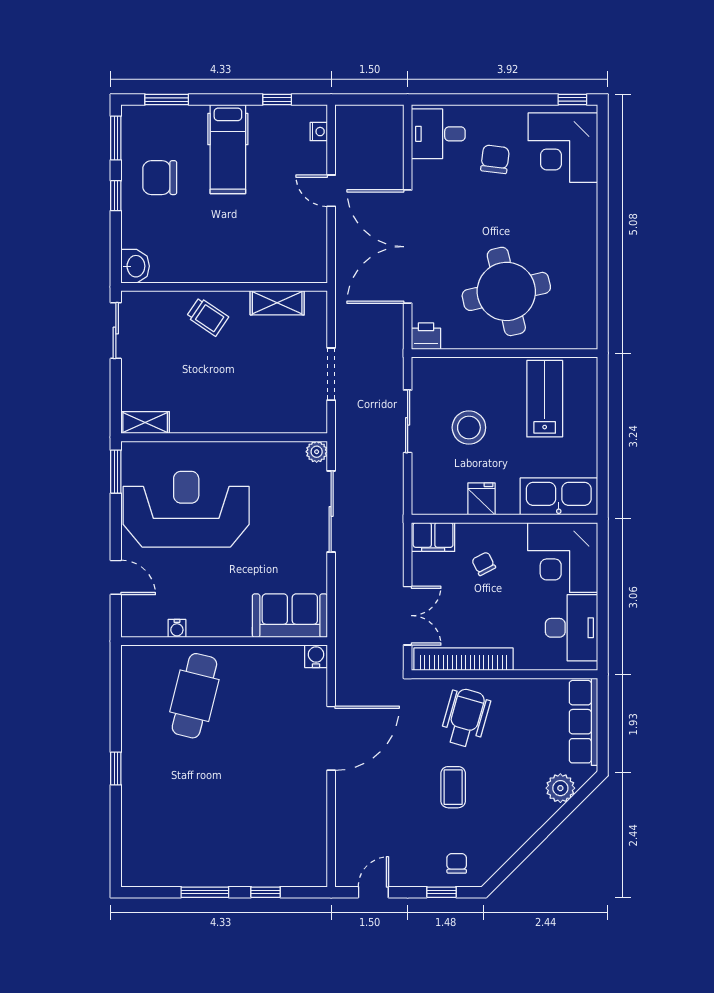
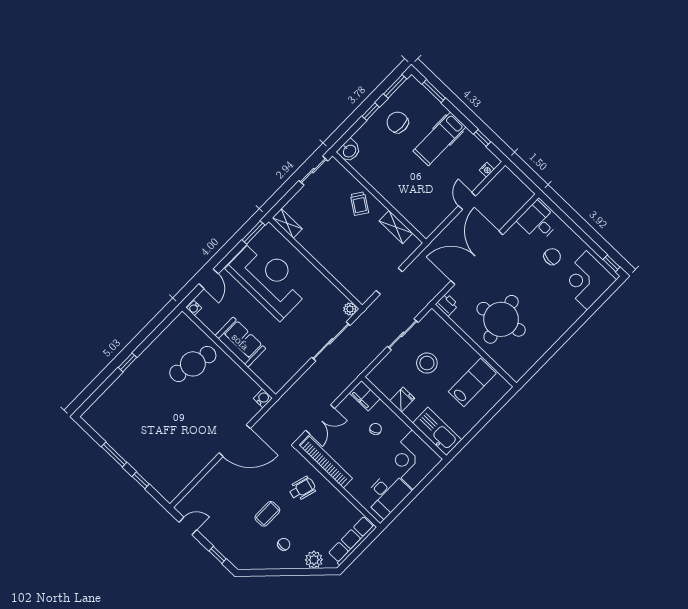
sofa: (290, 616) -> (240, 342), moved
water cooler: (177, 628) -> (194, 308), moved
wheelchair: (465, 718) -> (302, 489), width x0.73, depth x0.73
chair: (457, 863) -> (284, 544), moved

